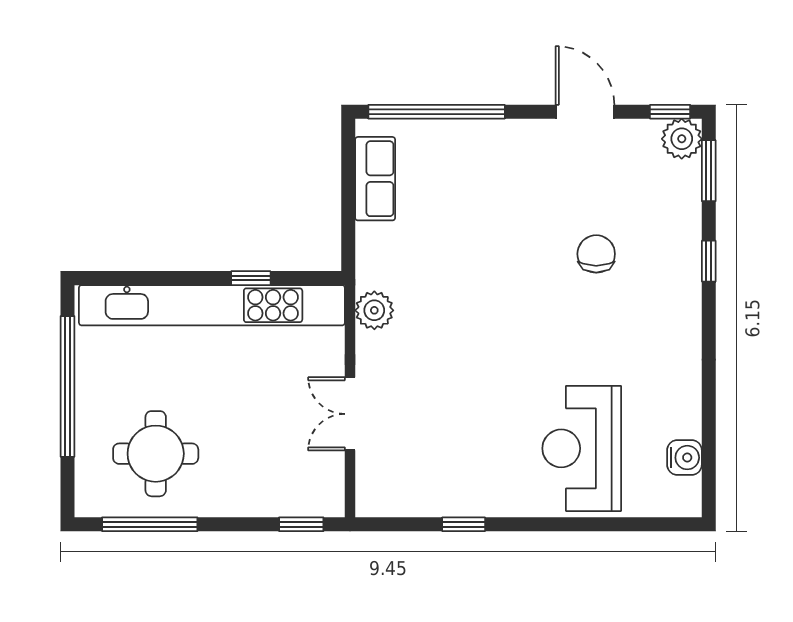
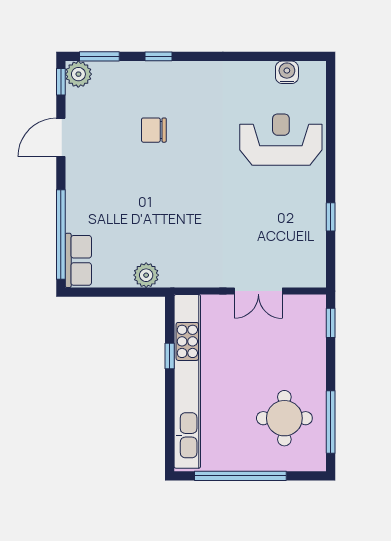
row of seats: (375, 179) -> (78, 260), moved, turned 90
plant: (374, 310) -> (146, 275), moved
reception desk: (582, 448) -> (281, 140), turned 180

